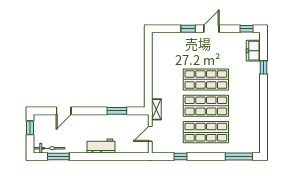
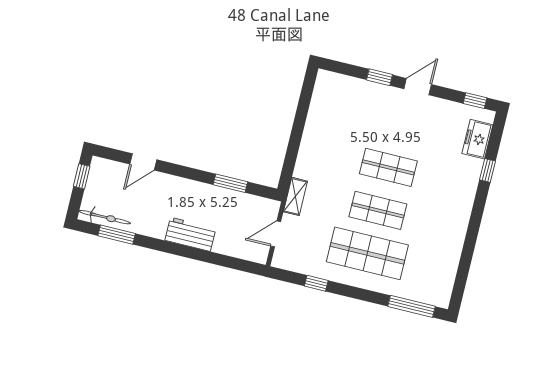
shop shelf: (206, 79) -> (388, 167), width x0.70, depth x0.74
shop shelf: (206, 106) -> (378, 210), width x0.70, depth x0.74

